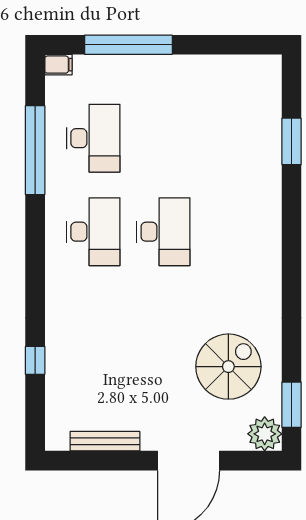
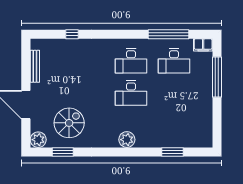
filing cabinet: (58, 65) -> (203, 45), width x2.00
plant: (265, 241) -> (127, 140), added
spiral stairs: (228, 367) -> (69, 123), turned -90
window: (292, 405) -> (63, 152), moved

